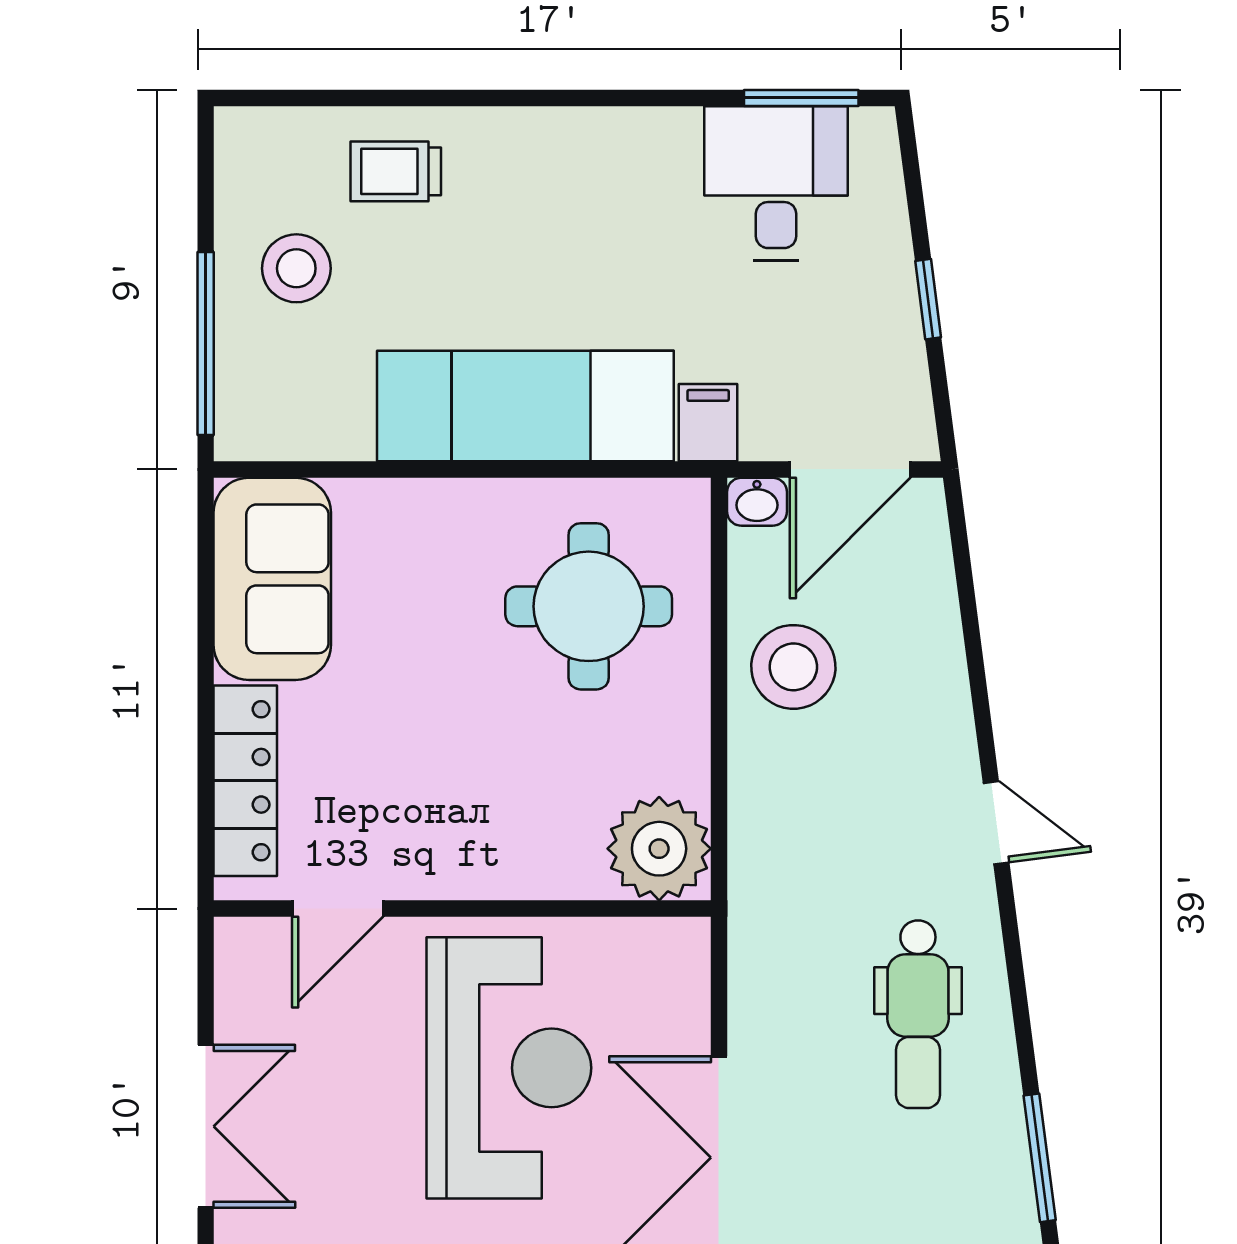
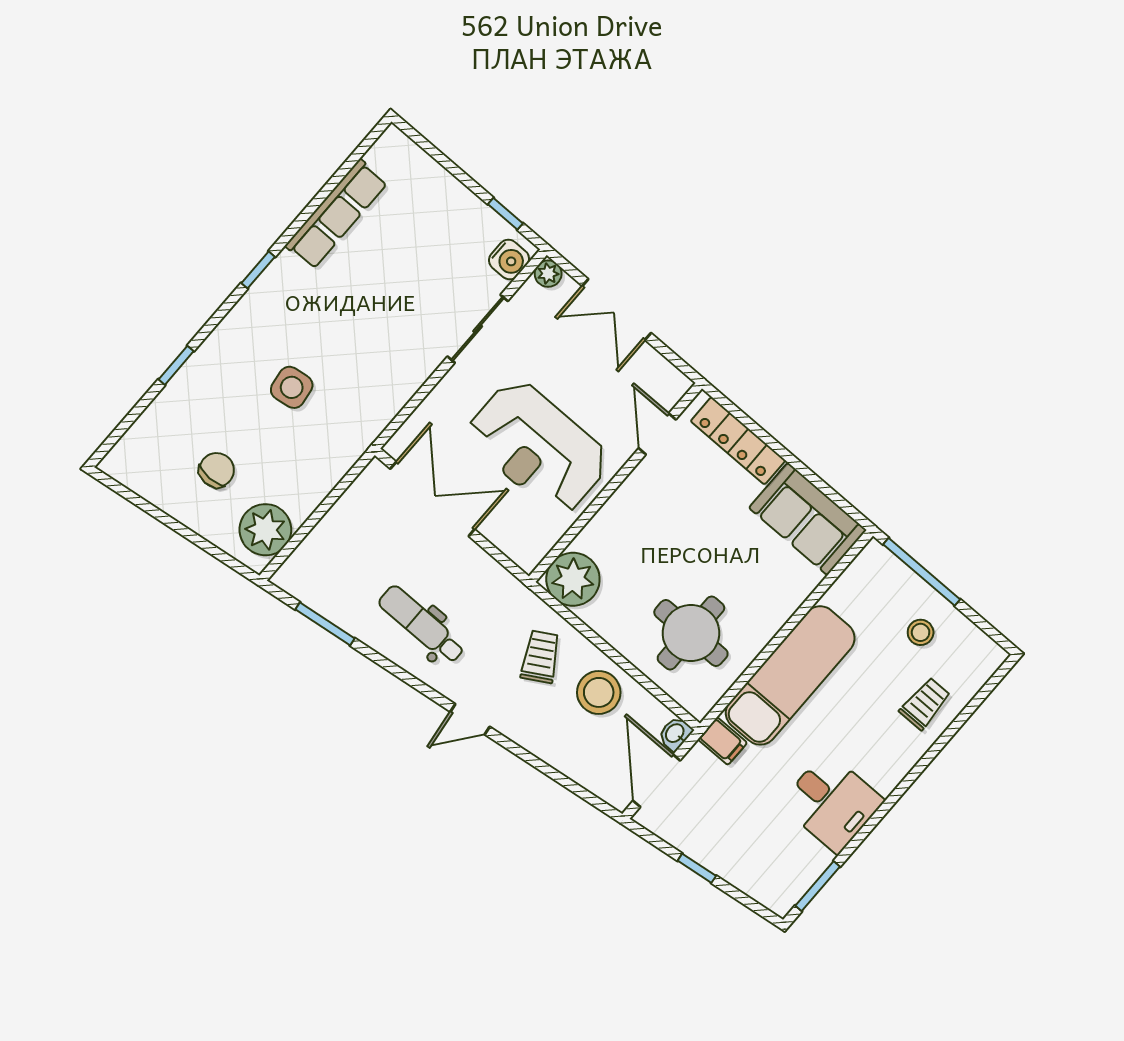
desk: (776, 183) -> (832, 802), moved
stool: (296, 268) -> (921, 632), width x0.73, depth x0.73
trolley: (815, 798) -> (540, 657), added

